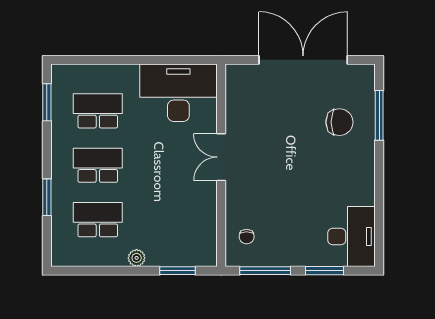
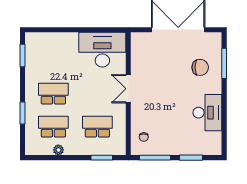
school desk: (98, 111) -> (97, 127), moved
desk: (351, 236) -> (207, 113), moved
plant: (137, 258) -> (58, 150), moved

